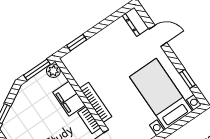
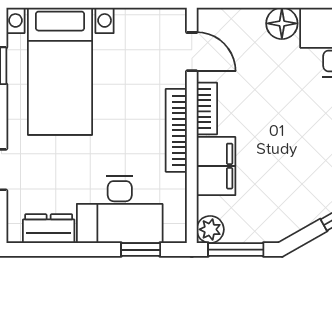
dresser: (136, 22) -> (49, 229), moved, turned -90
desk: (97, 53) -> (120, 209), added

